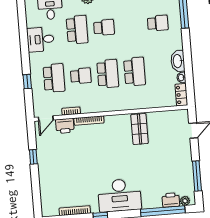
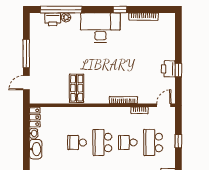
school desk: (135, 72) -> (77, 142), width x0.54
printer: (65, 126) -> (168, 69), moved, turned -90
window: (197, 176) -> (26, 54), moved
plant: (185, 201) -> (66, 17), moved

